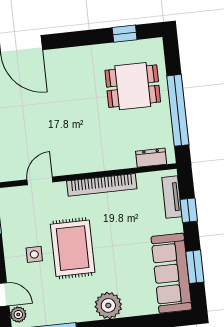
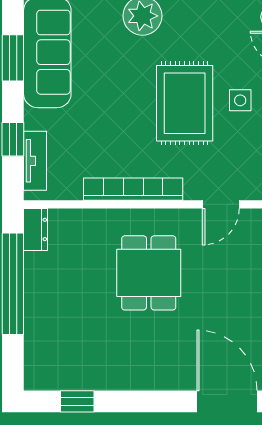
dining table: (133, 86) -> (149, 273), moved, turned 90
dresser: (151, 158) -> (36, 229), moved, turned -90

